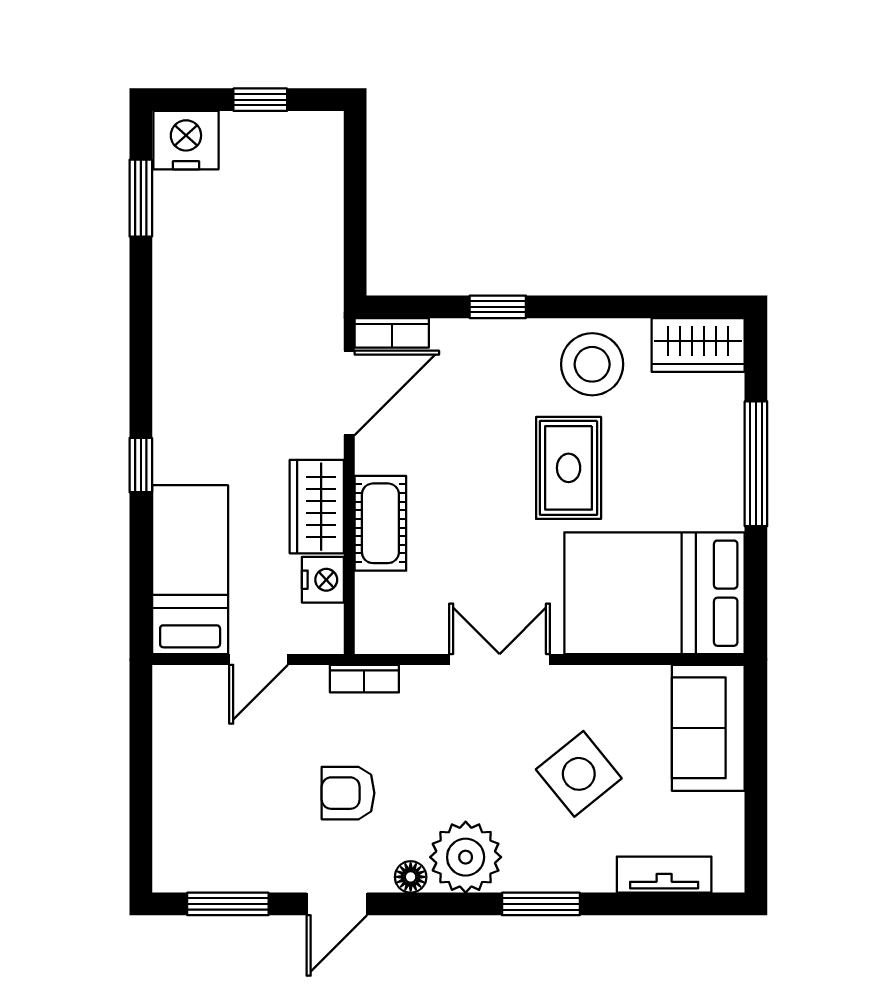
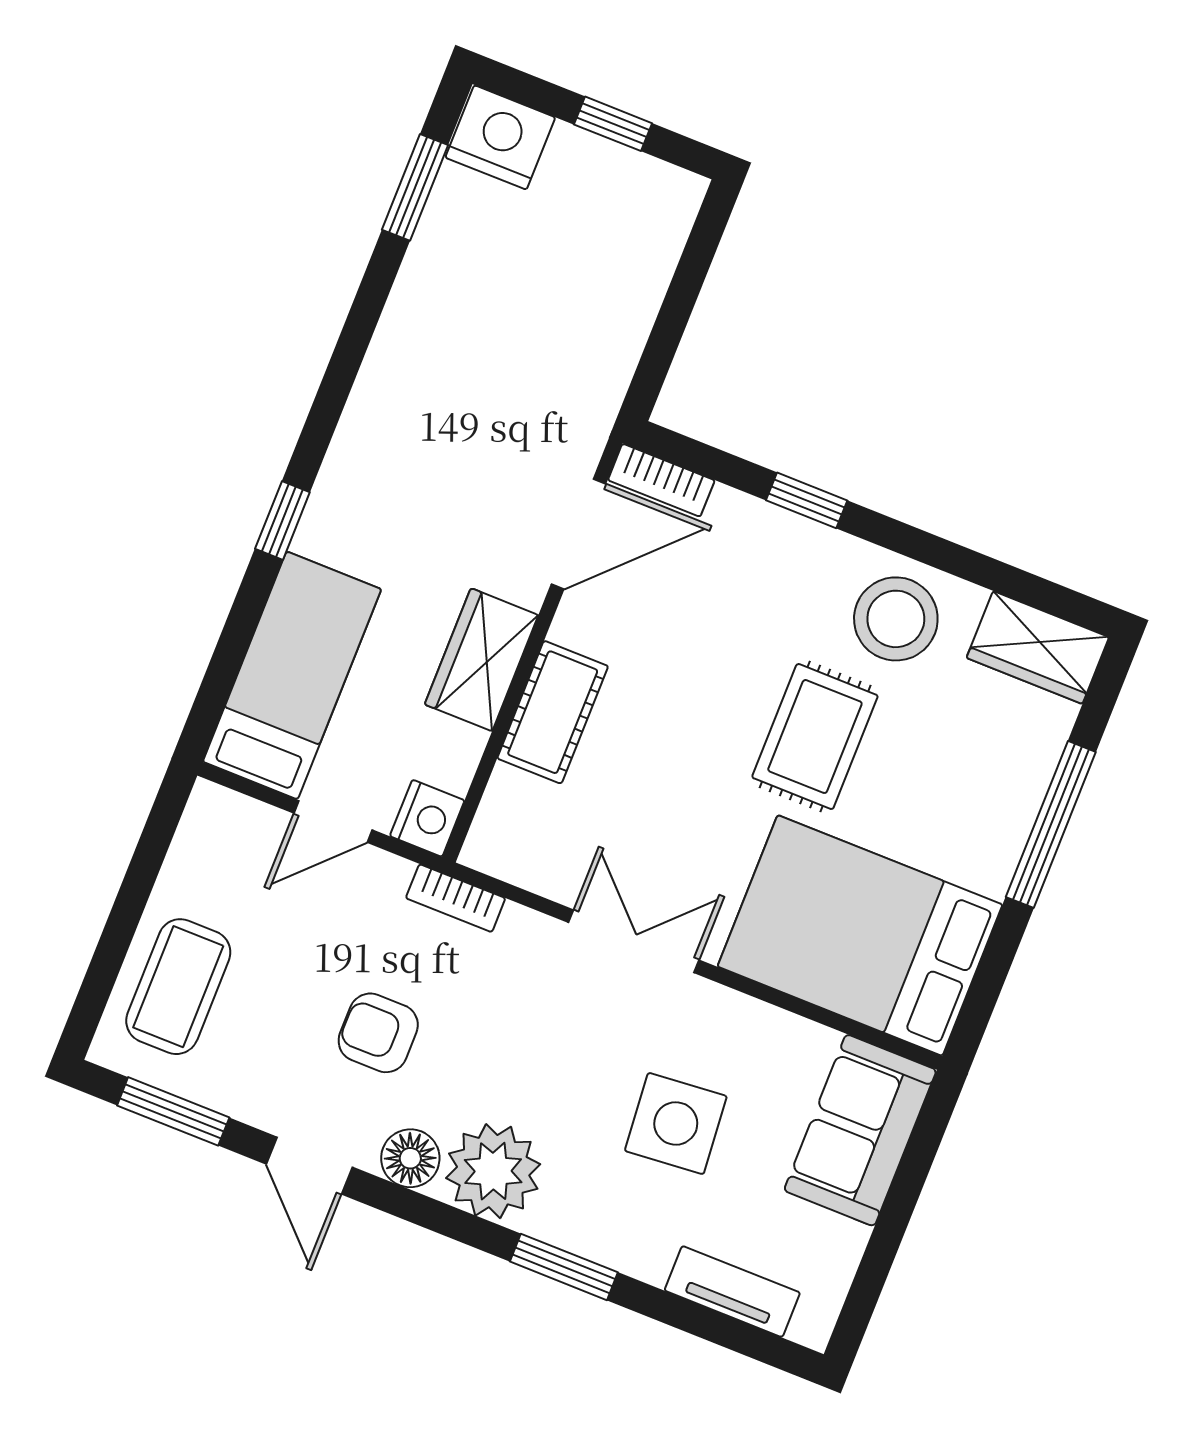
nightstand: (323, 580) -> (427, 818), moved
side table: (579, 774) -> (676, 1123), turned 34
coffee table: (197, 816) -> (178, 987), added
floor lamp: (411, 877) -> (410, 1158), width x1.37, depth x1.37
door: (337, 904) -> (309, 1166), hinge flipped

